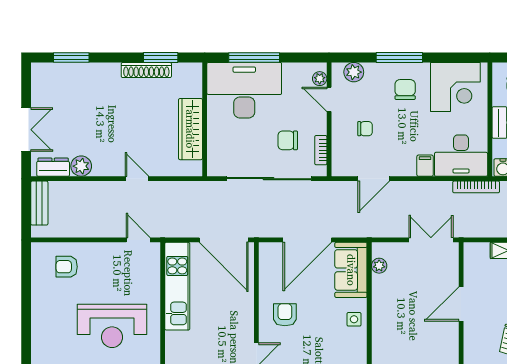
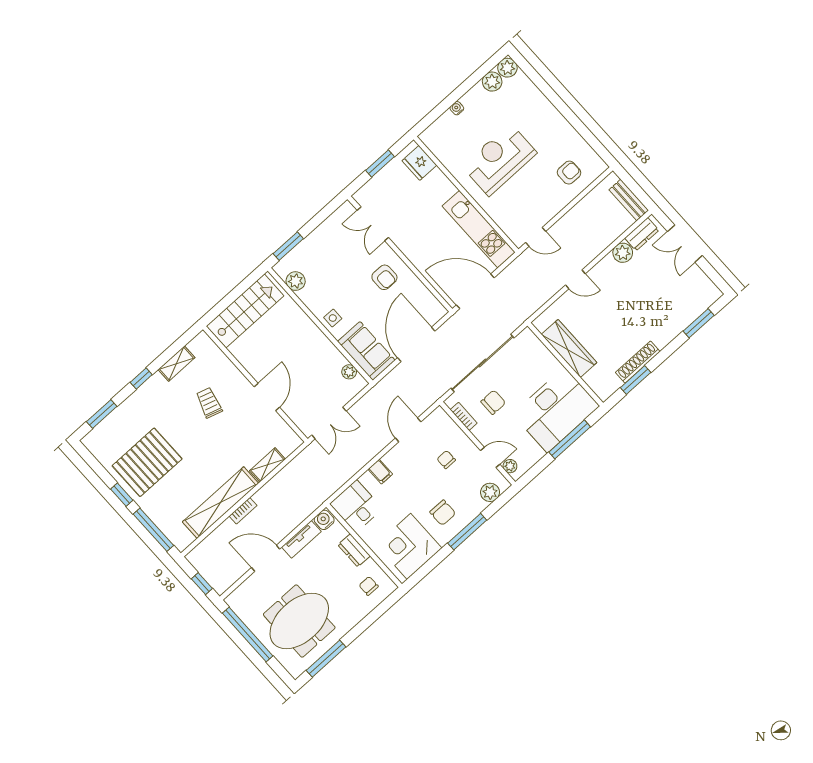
chair: (365, 129) -> (446, 460), turned 90
desk: (461, 156) -> (356, 506), width x0.73
bookcase: (476, 187) -> (331, 489), removed

